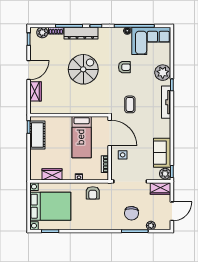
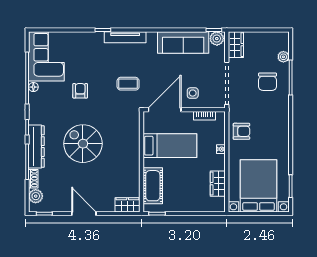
plant: (163, 73) -> (87, 42), removed
wardrobe: (35, 91) -> (128, 205), moved
cot: (37, 135) -> (153, 186), moved, turned 90
sofa: (162, 153) -> (183, 42), width x1.36
door: (172, 211) -> (265, 30), removed
chair: (131, 213) -> (268, 82), turned 86

